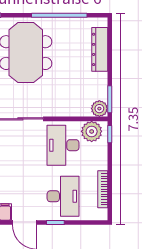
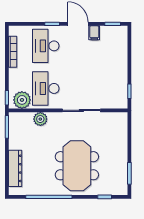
plant: (99, 109) -> (40, 119), moved
desk: (63, 145) -> (46, 88), turned 180

